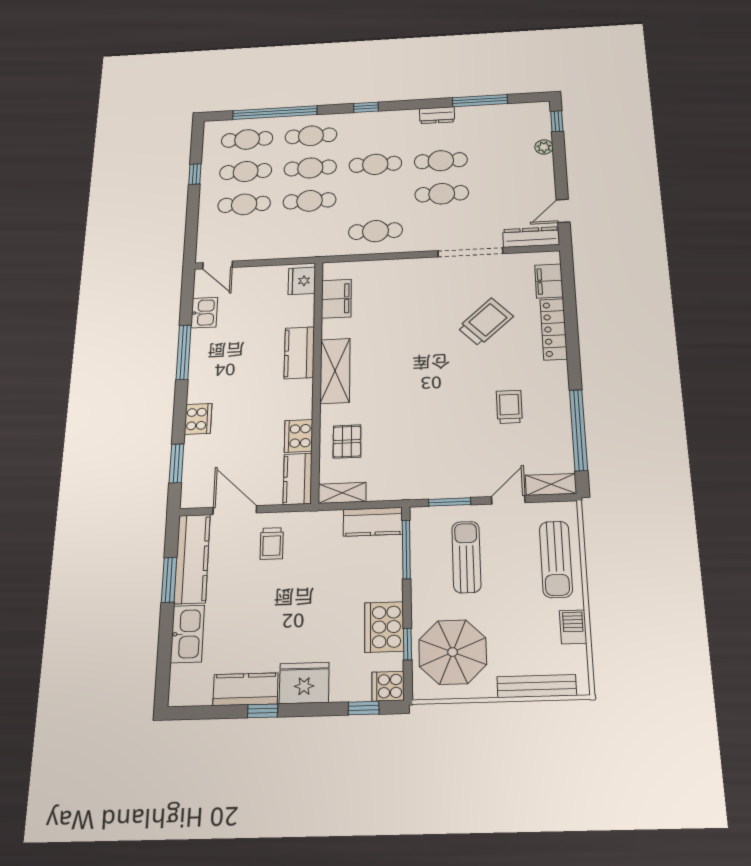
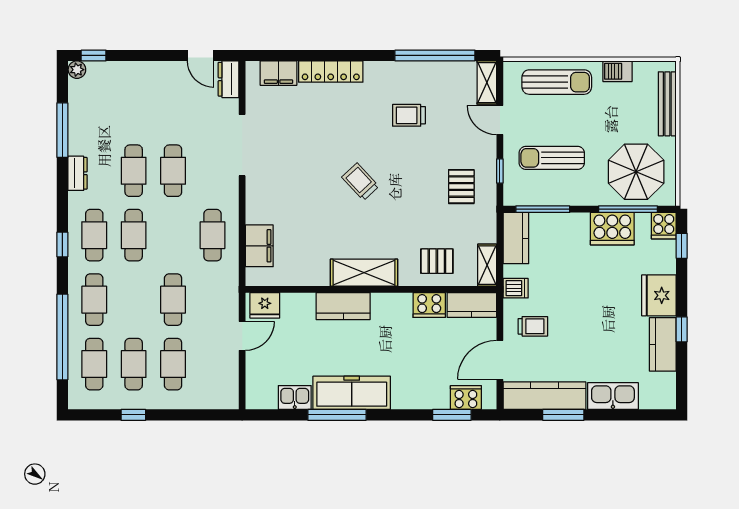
plant: (544, 147) -> (77, 70), moved
cafe table: (310, 168) -> (94, 235), moved
dresser: (531, 237) -> (229, 79), width x0.70
door: (218, 265) -> (242, 336), moved
filing cabinet: (336, 299) -> (259, 246), moved, turned 90
trolley: (485, 322) -> (360, 182), moved, width x0.73, depth x0.72
freezer: (206, 365) -> (352, 393), added
cooker: (198, 419) -> (466, 398), moved
pallet: (431, 463) -> (461, 187), added
window: (450, 502) -> (500, 171), width x0.67
dishwasher: (316, 524) -> (516, 288), added
window: (407, 644) -> (628, 209), width x2.17

